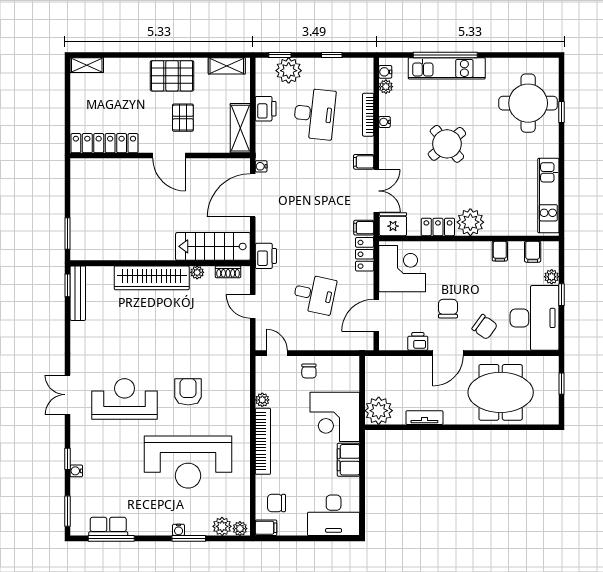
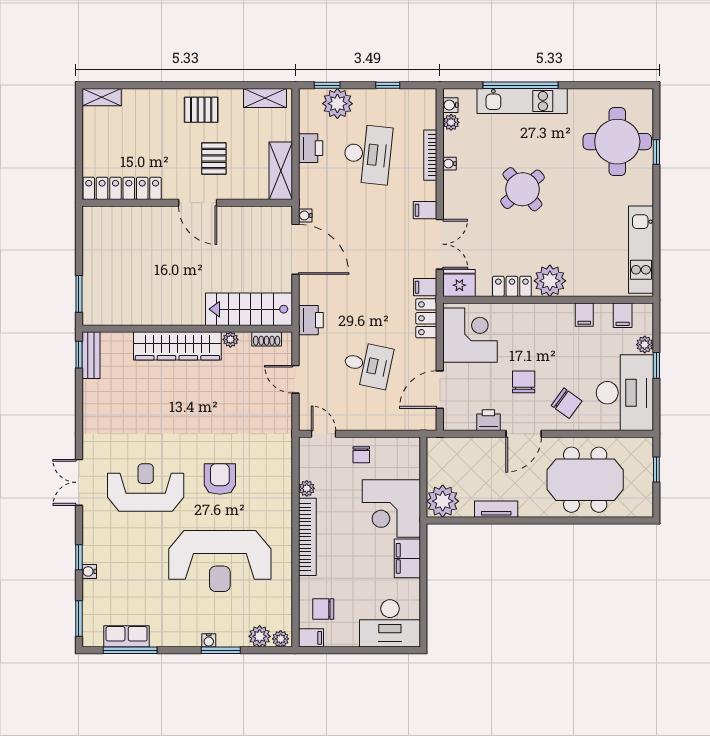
pallet: (172, 76) -> (201, 110), width x0.67, depth x0.71
door: (253, 195) -> (295, 249), swing flipped
bench: (78, 293) -> (91, 355), width x0.73

